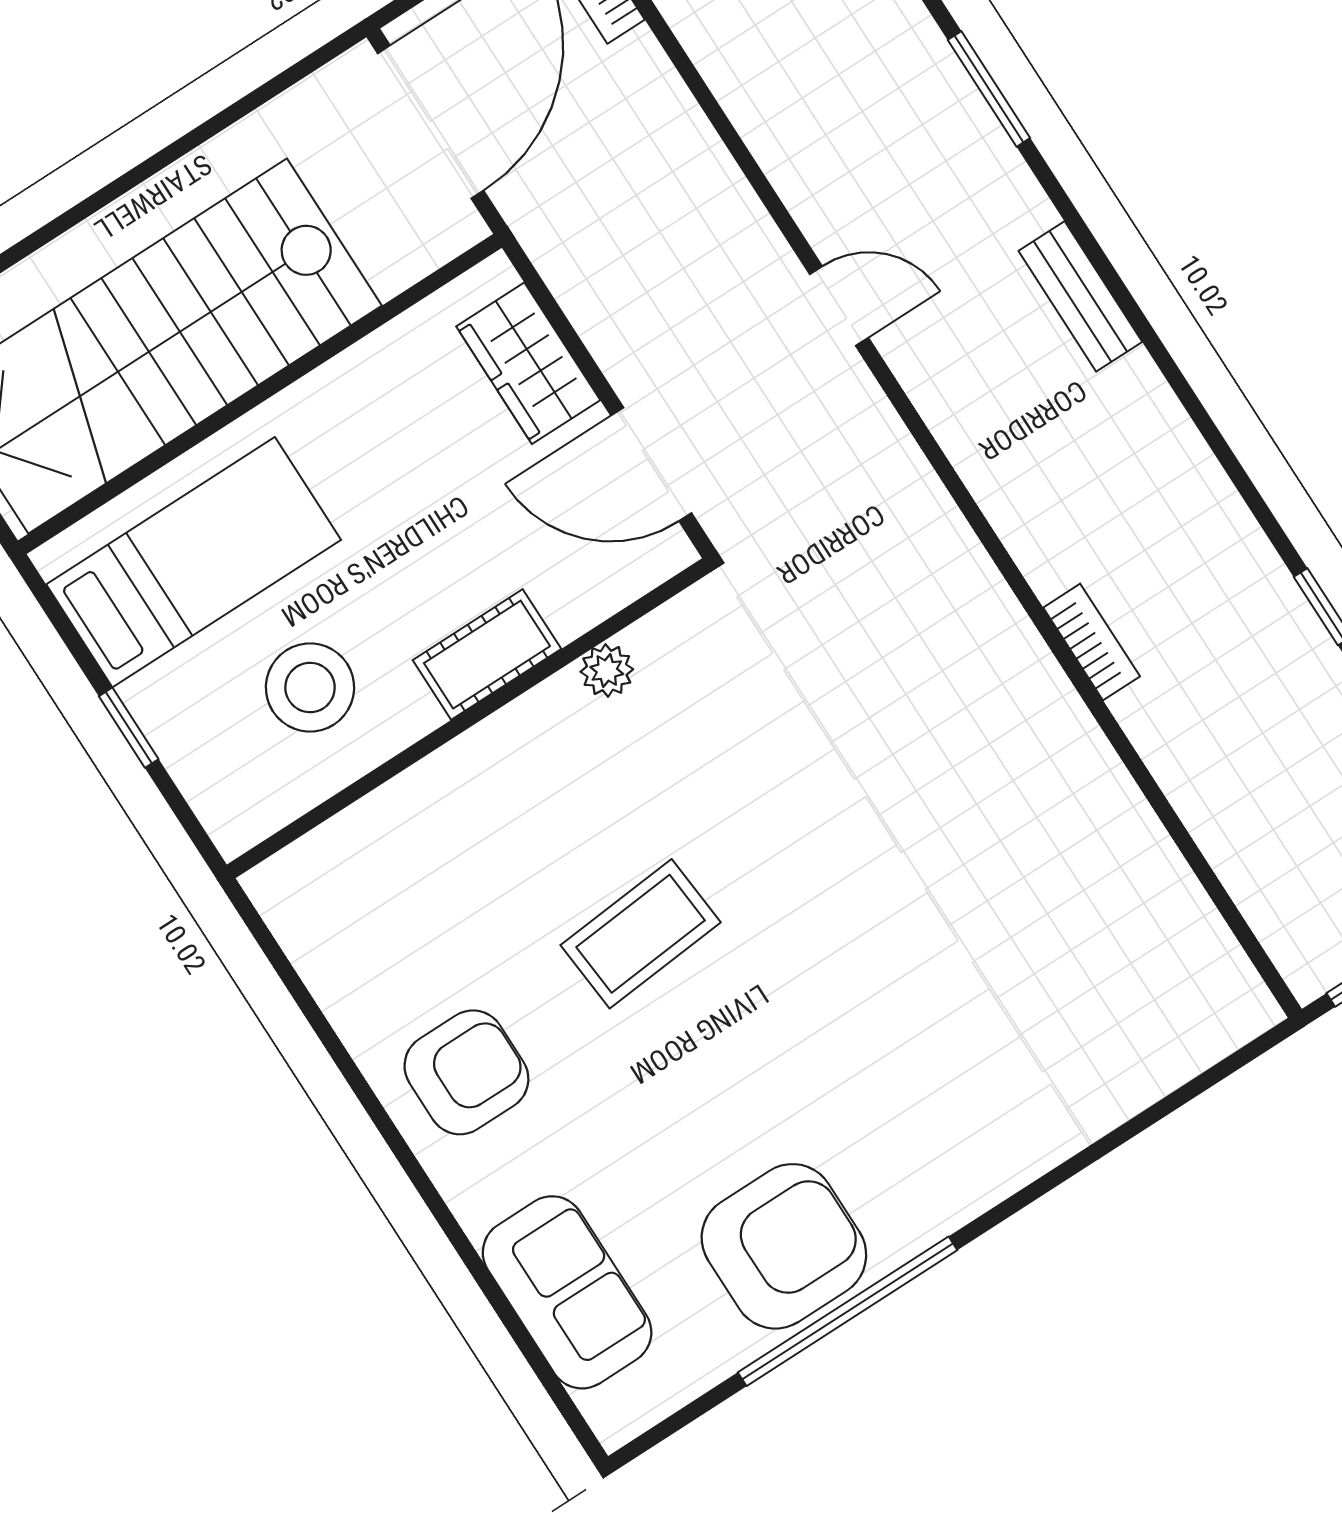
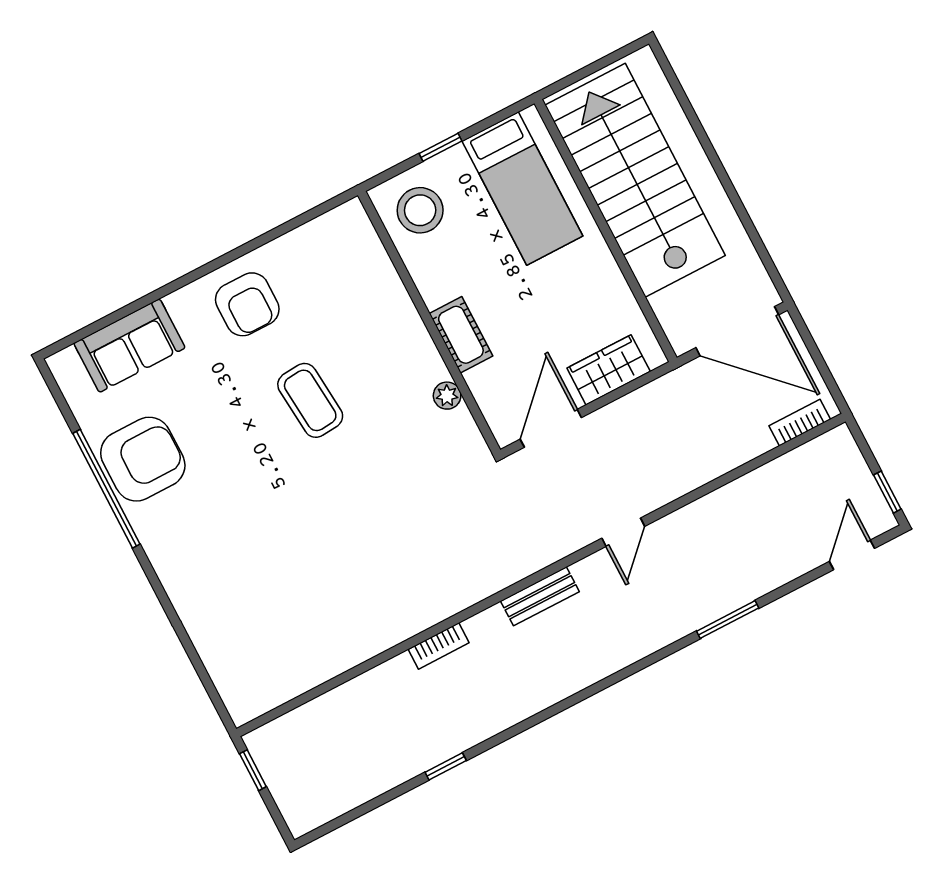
bench: (1080, 296) -> (540, 596), moved
stool: (310, 688) -> (420, 210), moved
armchair: (784, 1246) -> (143, 459), turned -90

